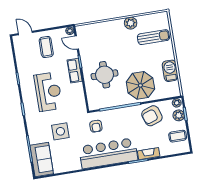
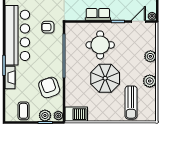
plant: (107, 26) -> (150, 56), added
row of seats: (75, 71) -> (98, 14), moved
barbecue: (170, 71) -> (76, 114), moved
parasol: (140, 85) -> (105, 78), moved

